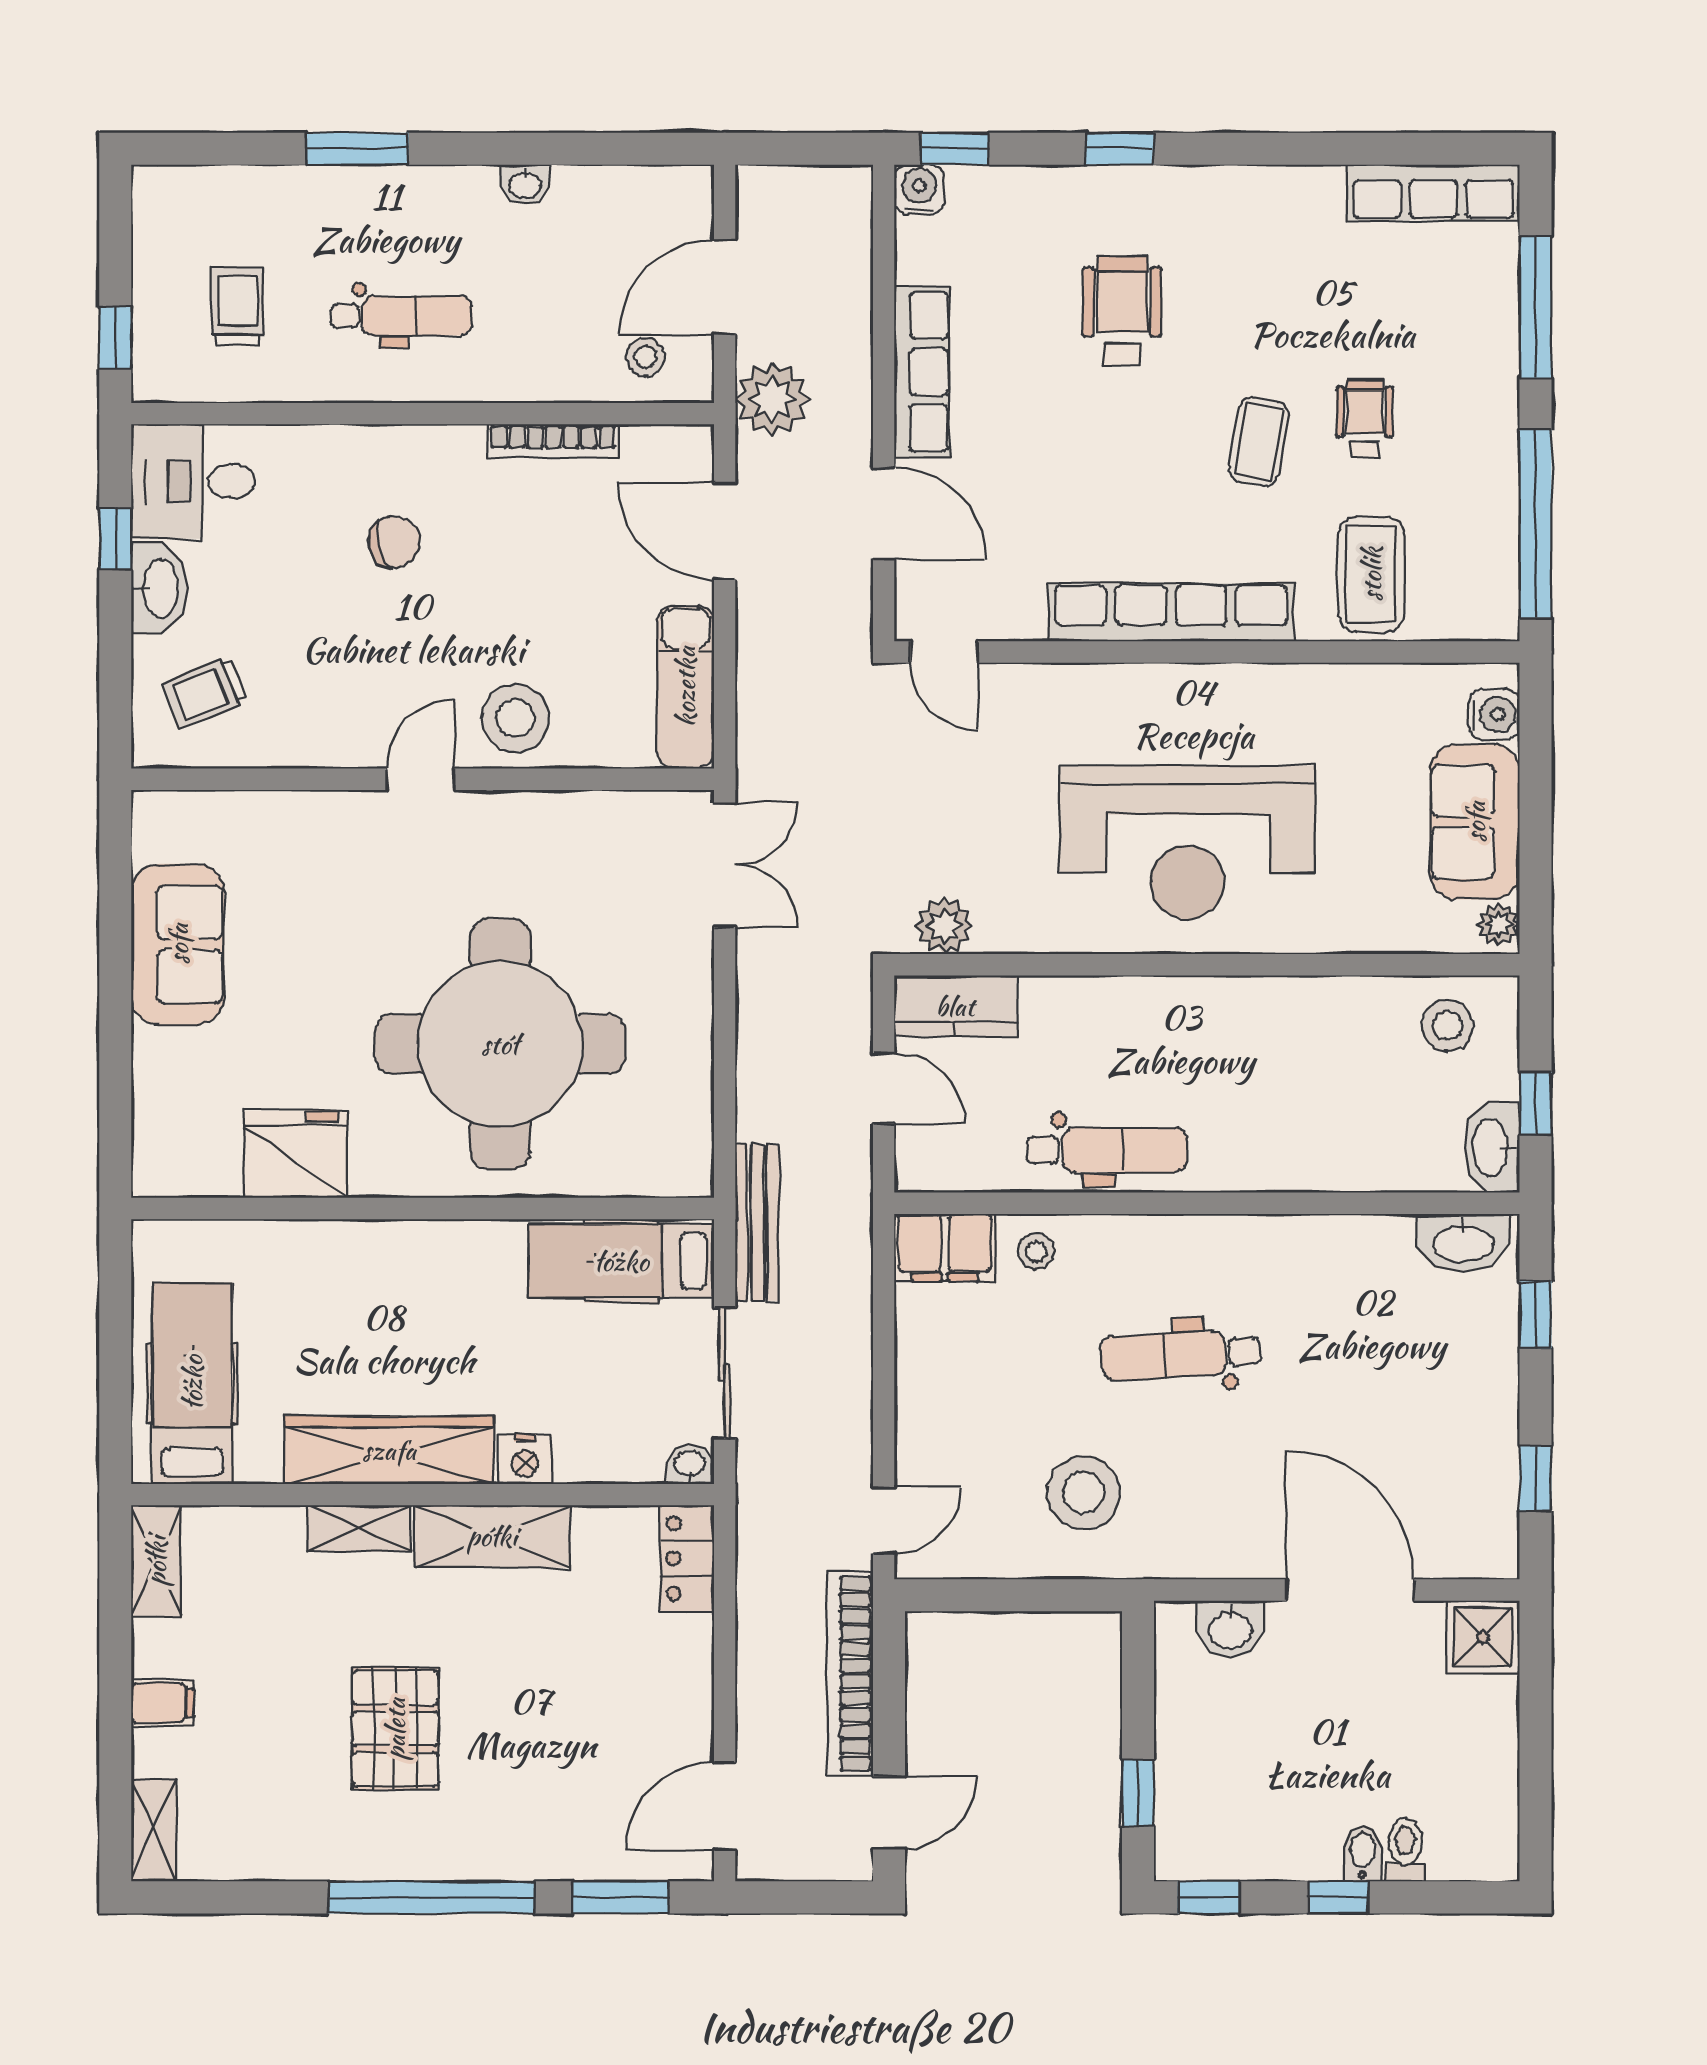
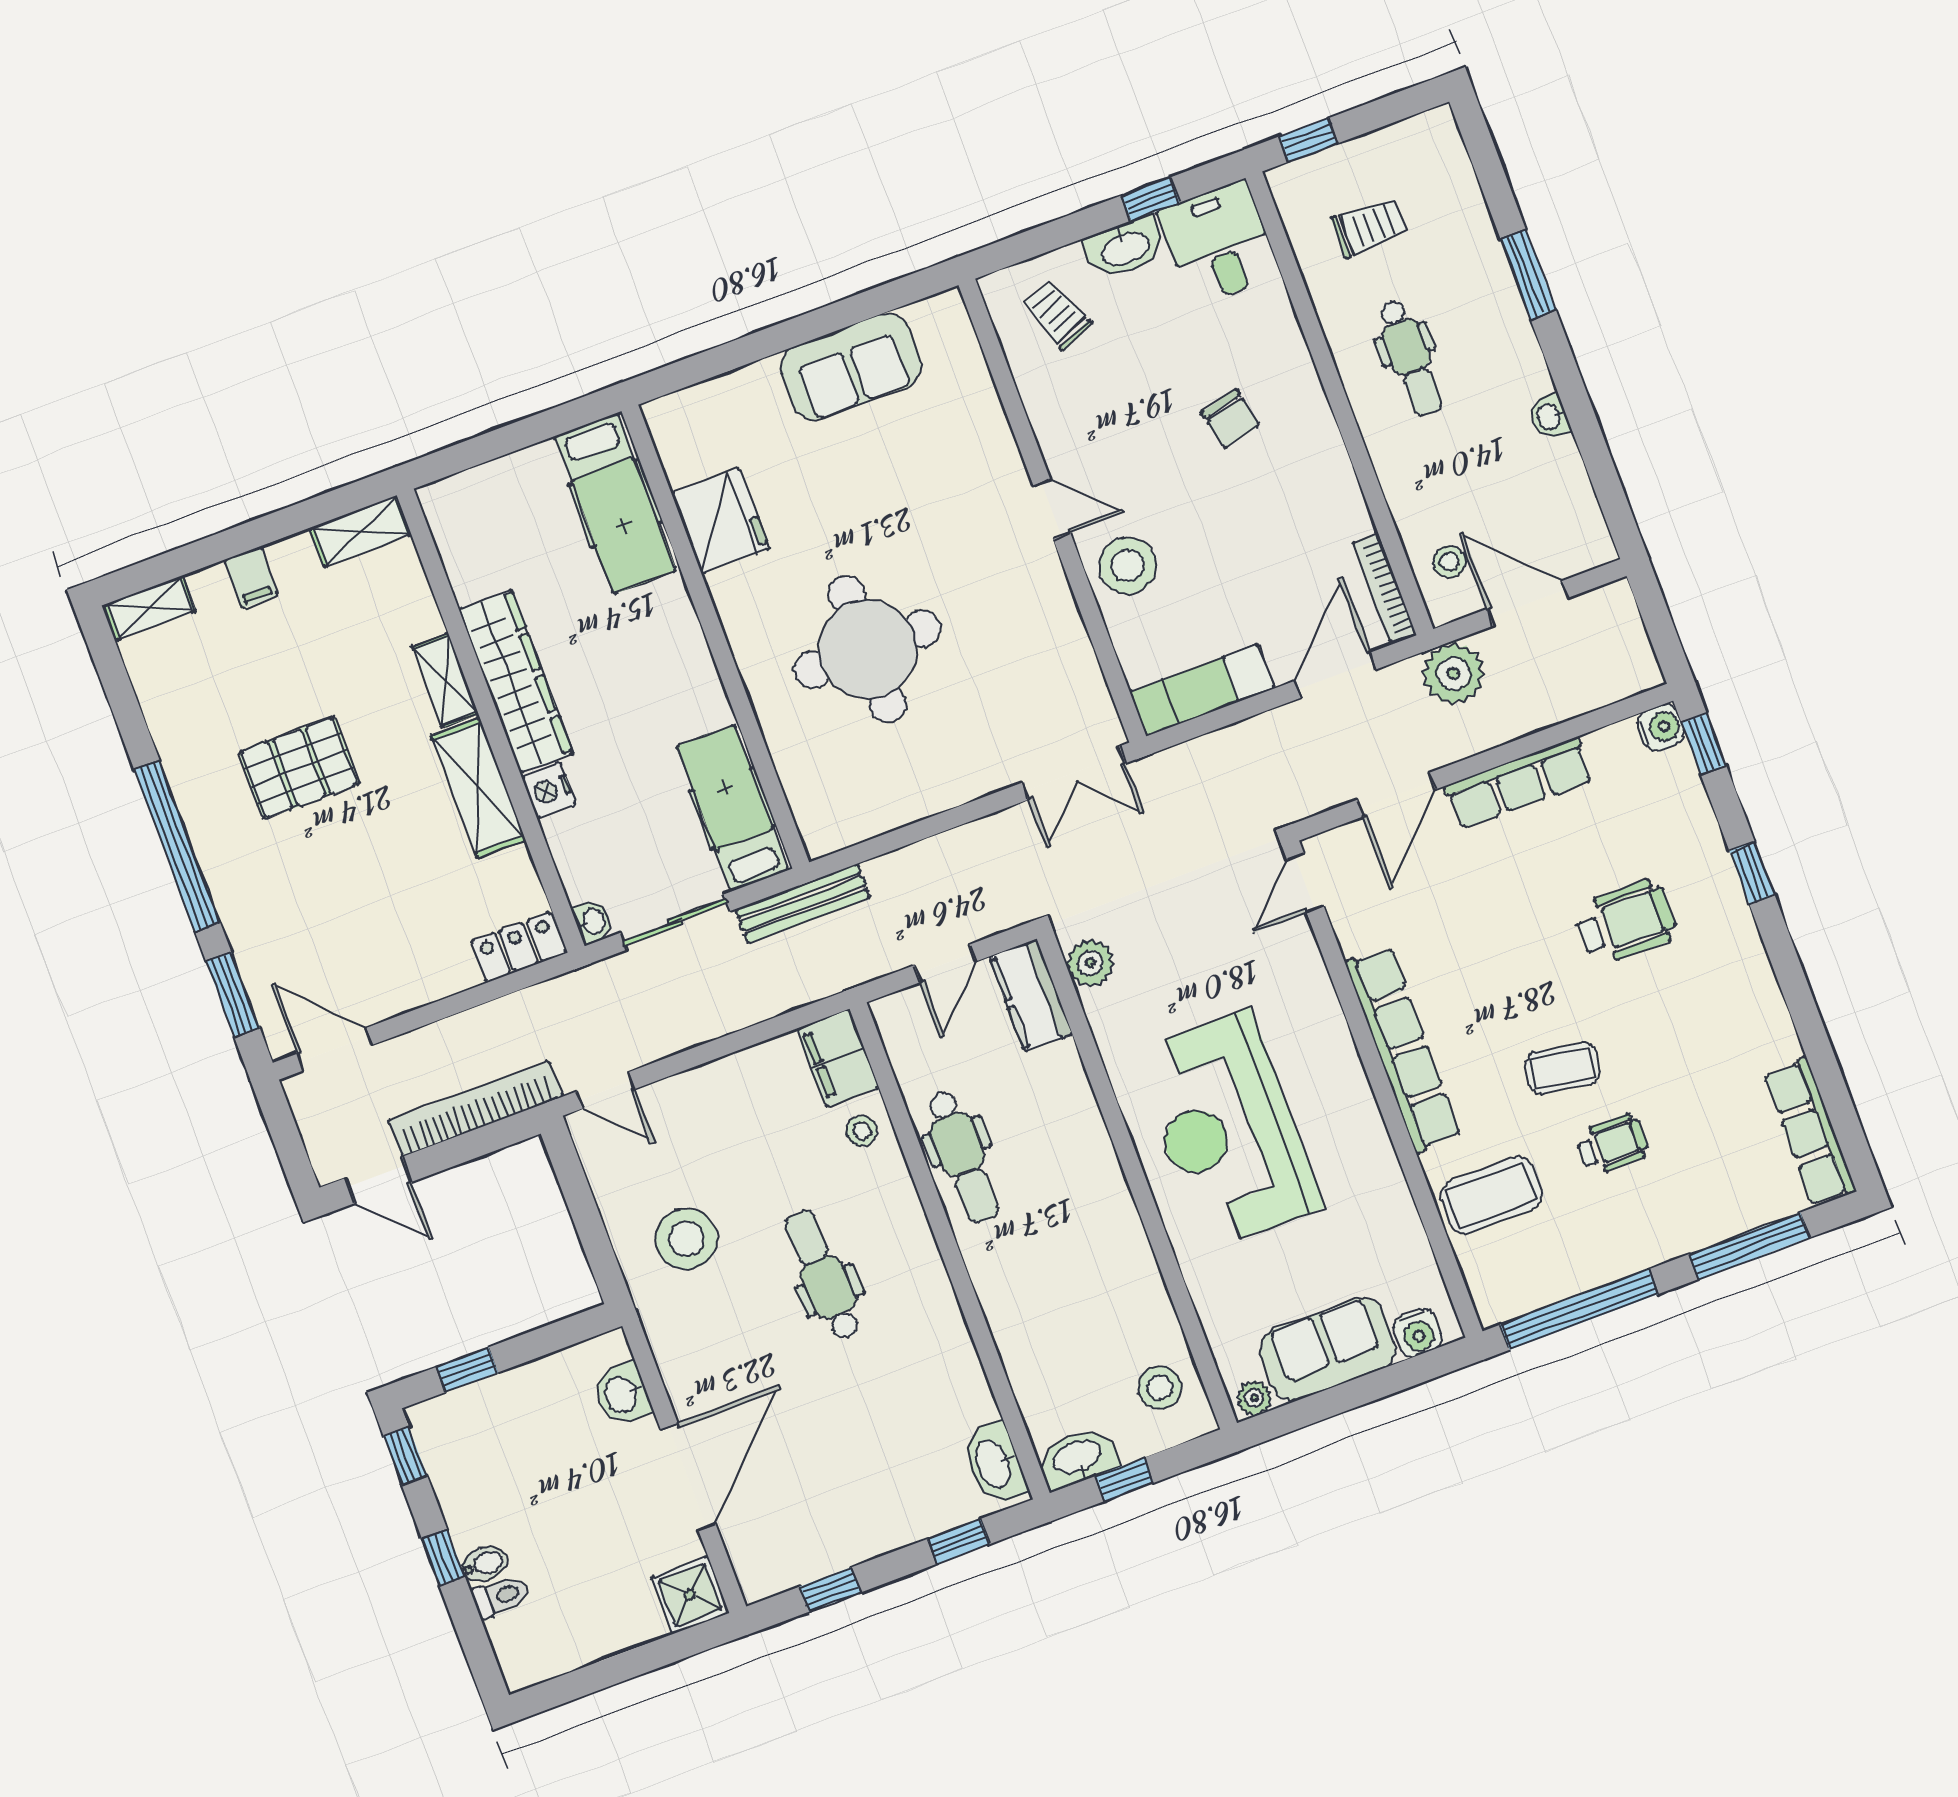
bookcase: (553, 441) -> (1384, 589), moved
round table: (500, 1044) -> (867, 649), width x0.73, depth x0.73
hospital bed: (192, 1383) -> (615, 503), moved, turned 90

